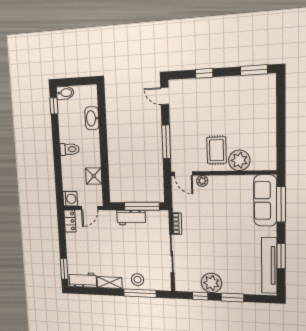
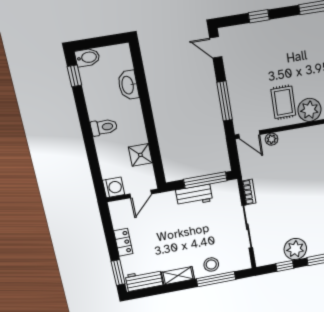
locker: (70, 221) -> (123, 242), moved

